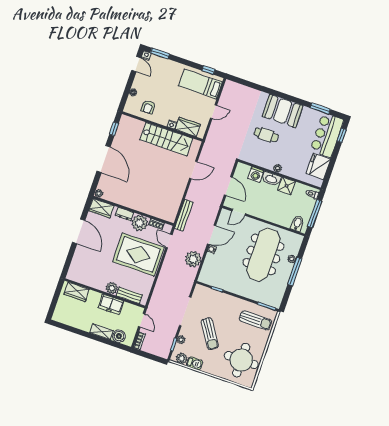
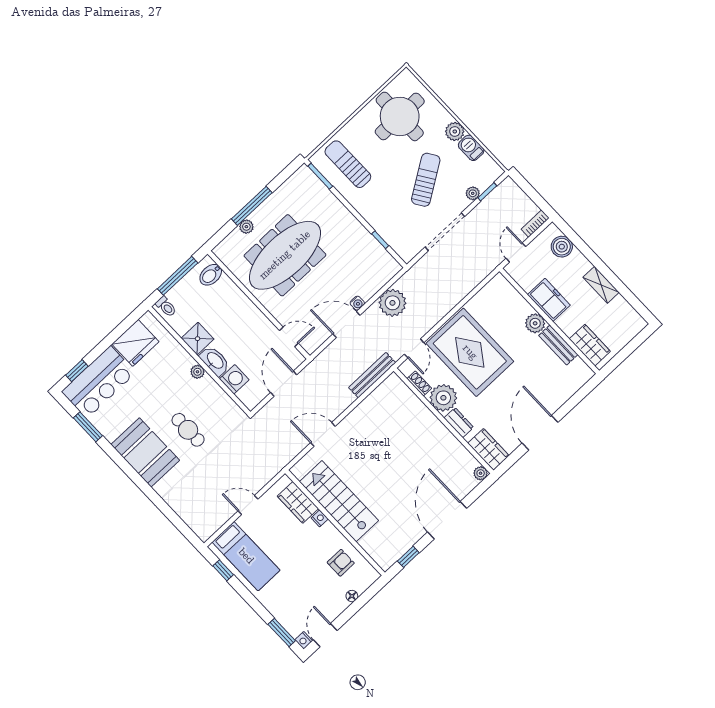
bench: (129, 295) -> (558, 345), moved
shelving: (102, 332) -> (601, 285), moved
plant: (182, 358) -> (455, 131), moved

